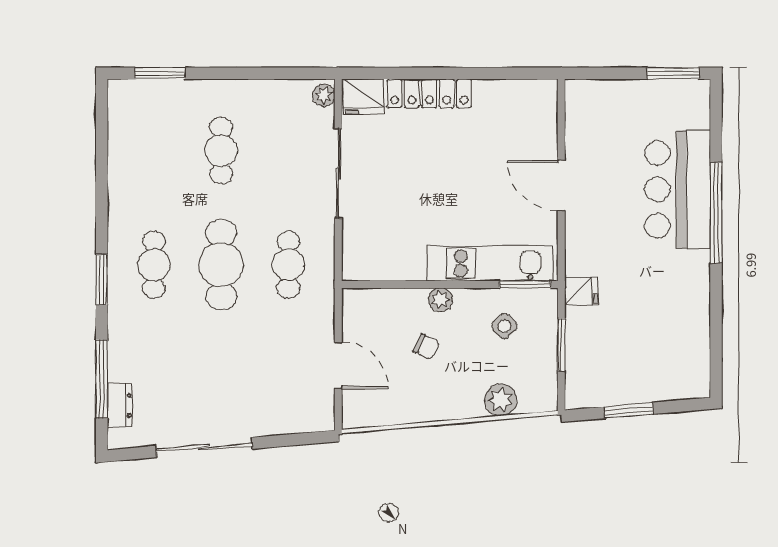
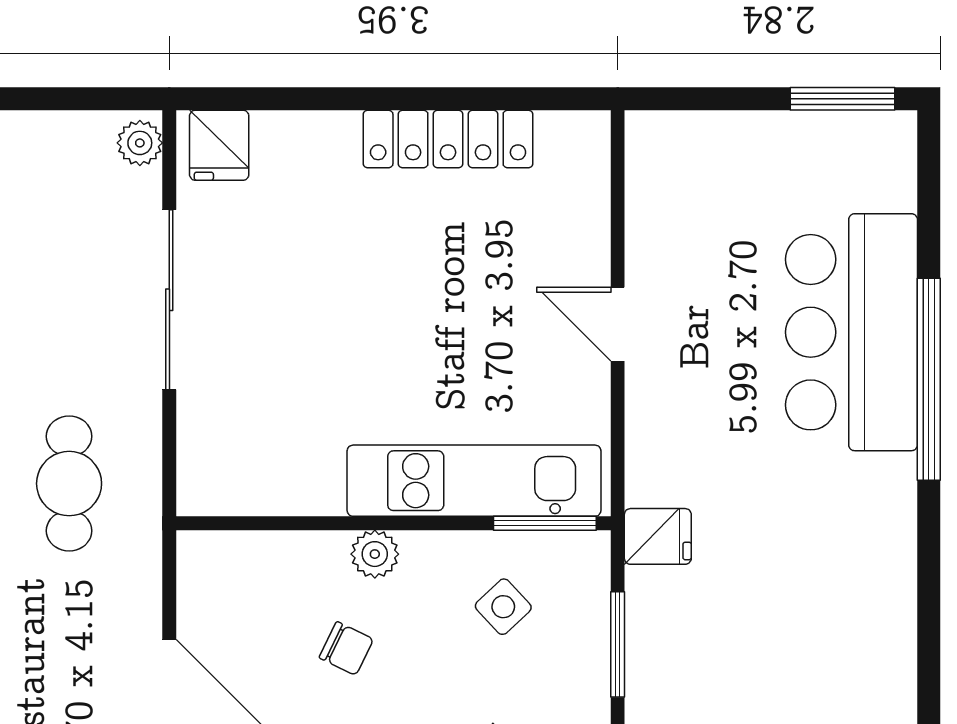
locker: (429, 93) -> (448, 139), moved
fridge: (363, 96) -> (219, 145), width x0.72
door: (561, 185) -> (618, 324), width x0.73

